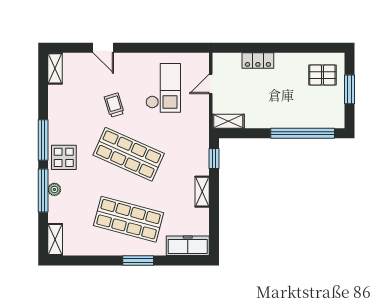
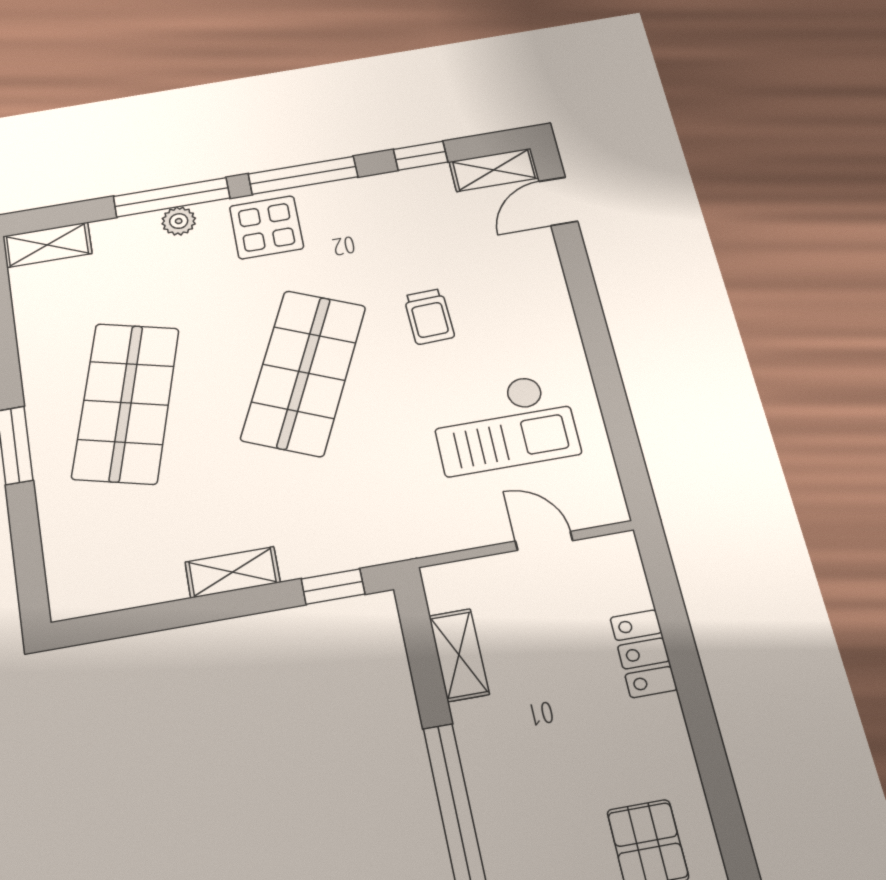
door: (103, 48) -> (558, 201), moved
window: (43, 94) -> (421, 156), added
trolley: (114, 105) -> (429, 317), turned 105
shelving: (228, 121) -> (459, 655), moved
freezer: (188, 246) -> (72, 562), removed

